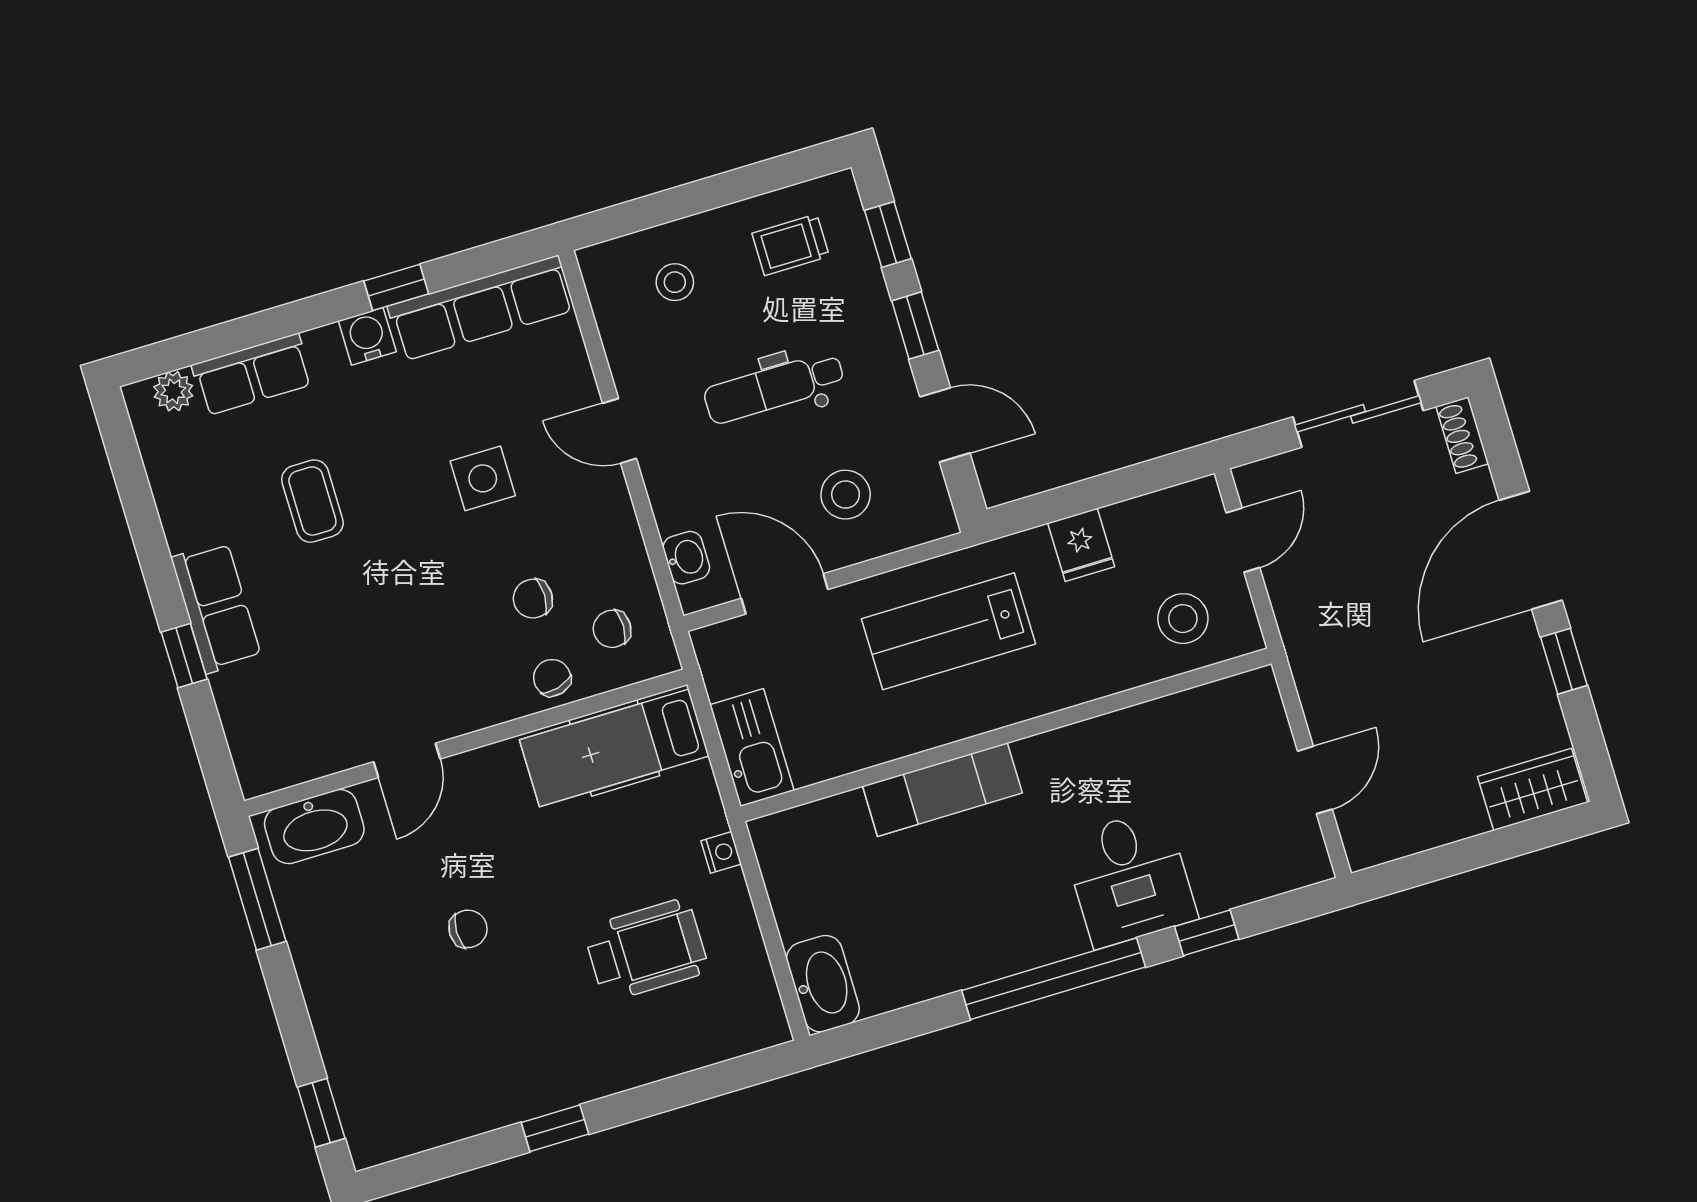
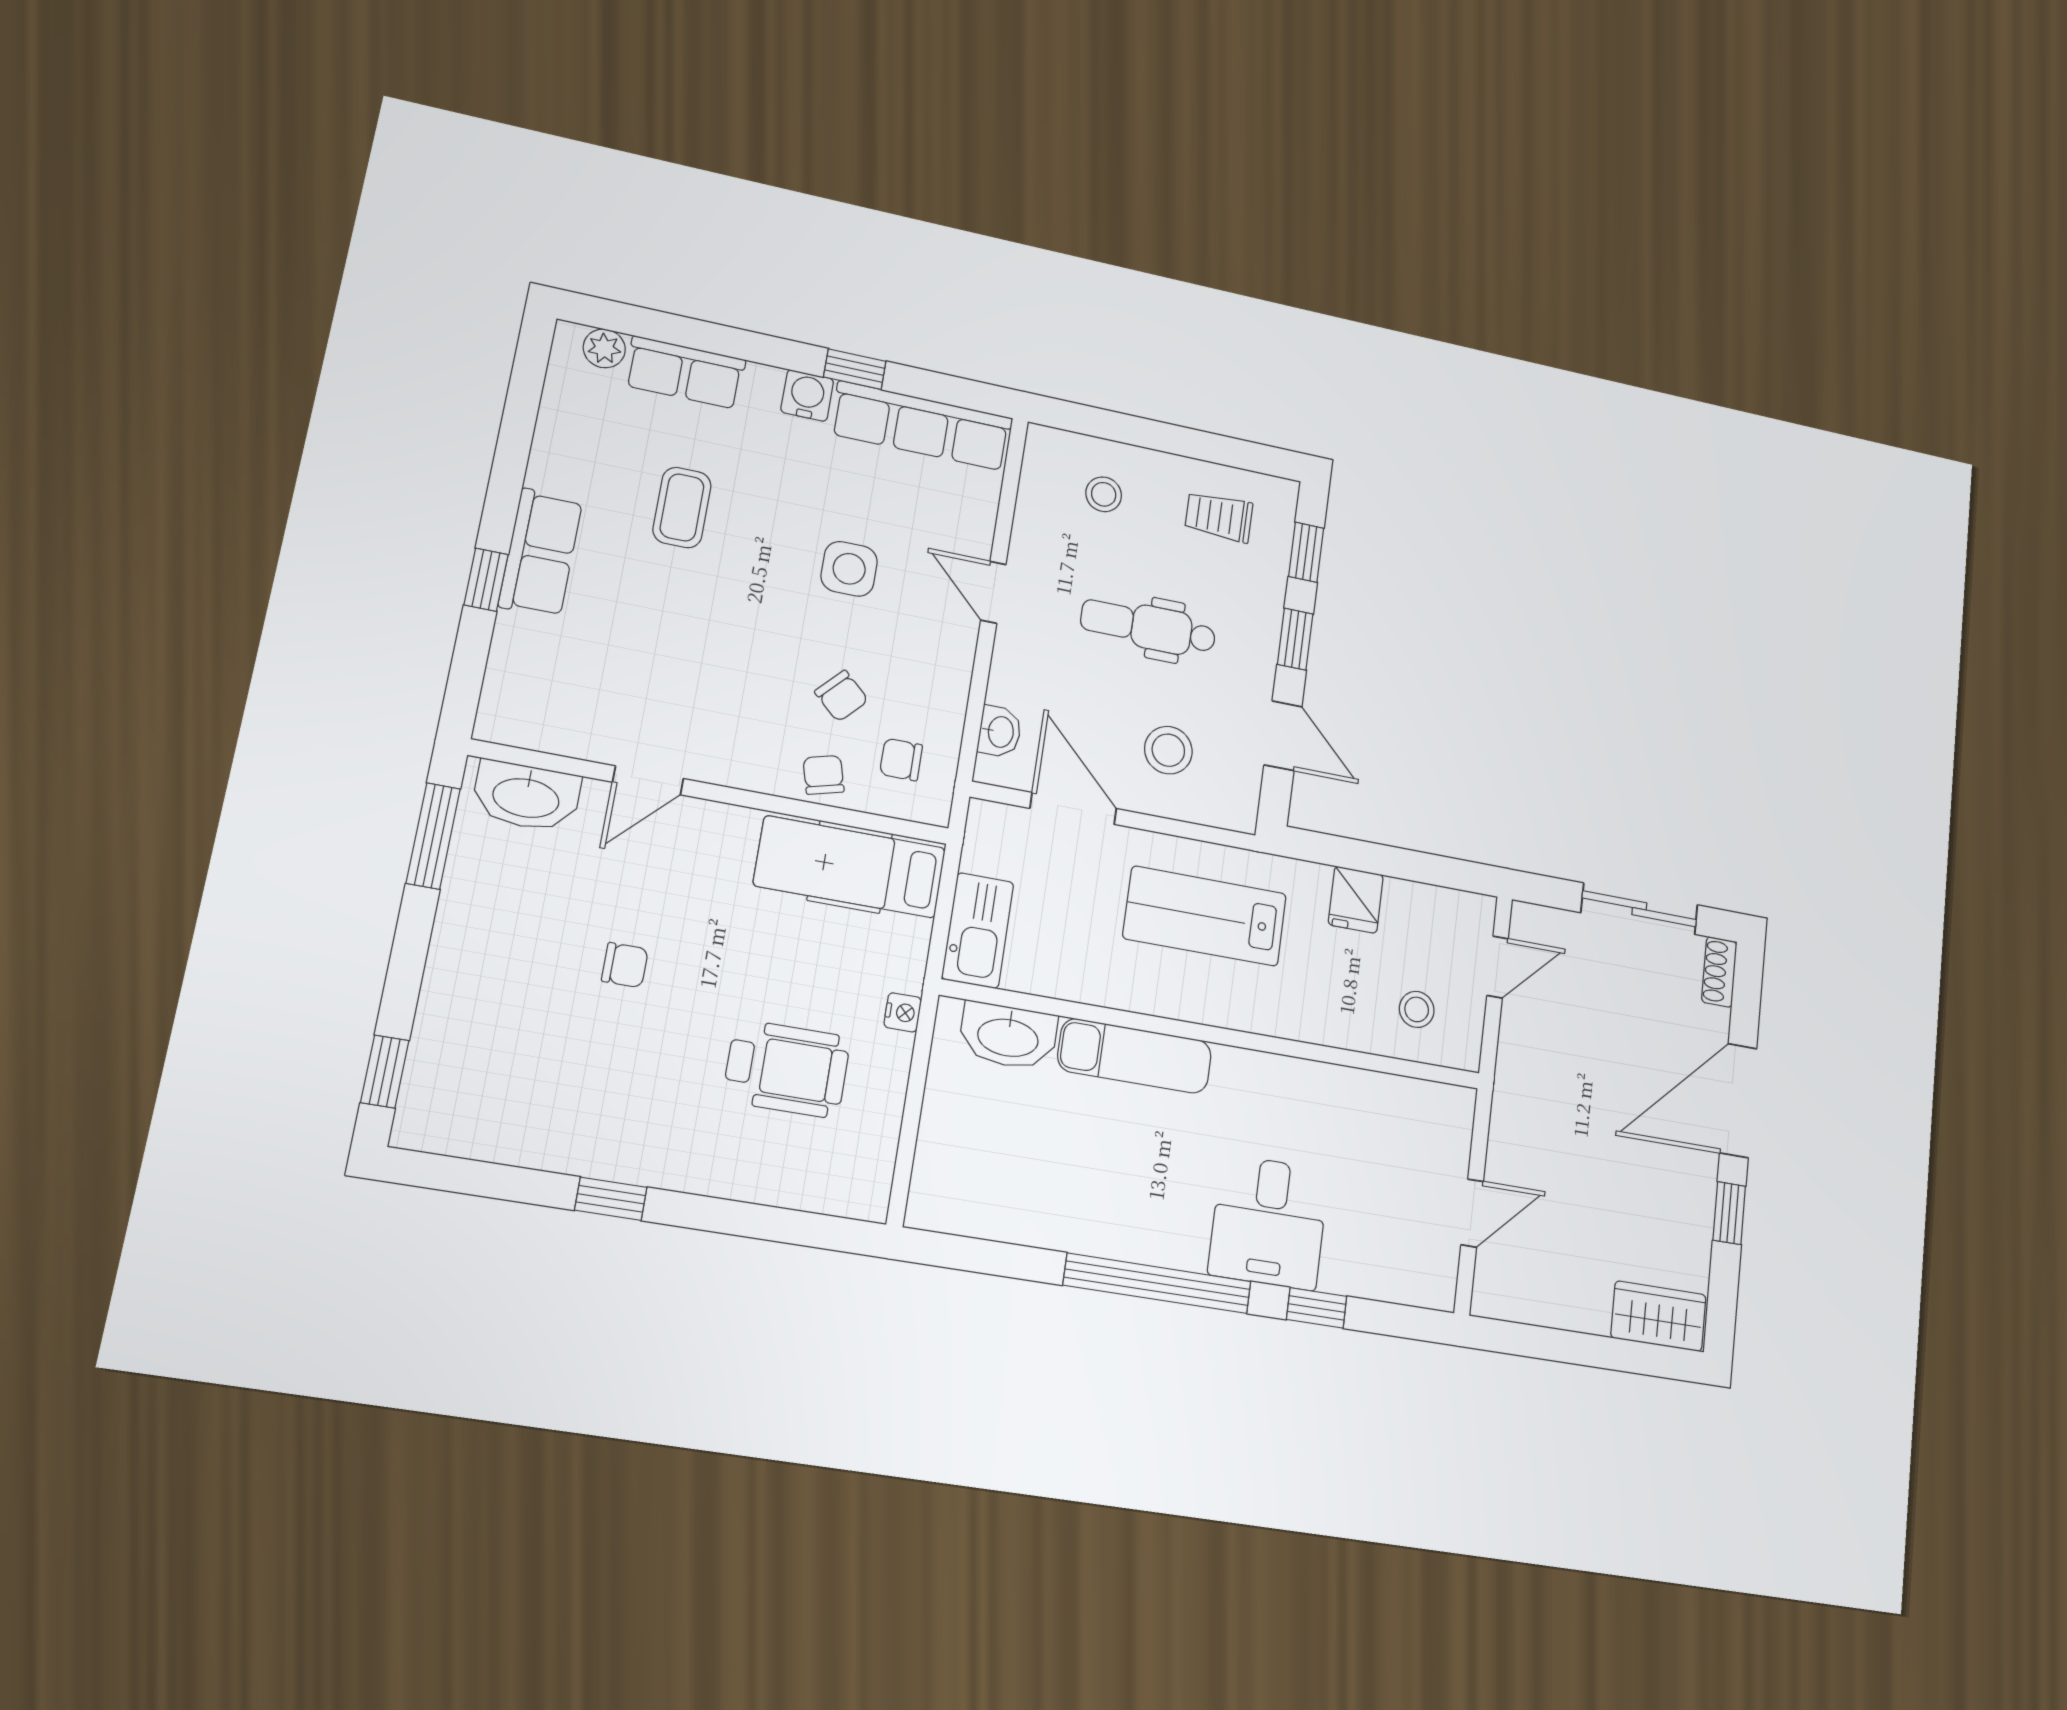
chair: (533, 599) -> (842, 696), turned -137
stool: (1183, 619) -> (1417, 1009), width x0.73, depth x0.73
washbasin: (823, 984) -> (1008, 1036), moved, turned 90

